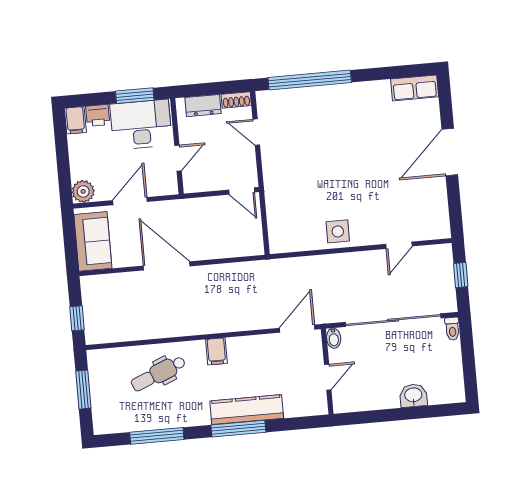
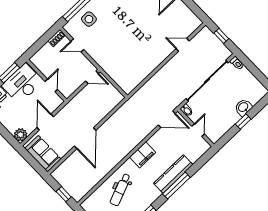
dresser: (203, 106) -> (44, 53), removed
side table: (338, 231) -> (89, 19), moved
door: (399, 245) -> (183, 45), swing flipped
door: (167, 266) -> (85, 138), swing flipped
door: (297, 329) -> (167, 119), swing flipped
filing cabinet: (216, 351) -> (143, 155), width x2.00
window: (398, 414) -> (243, 122), added

